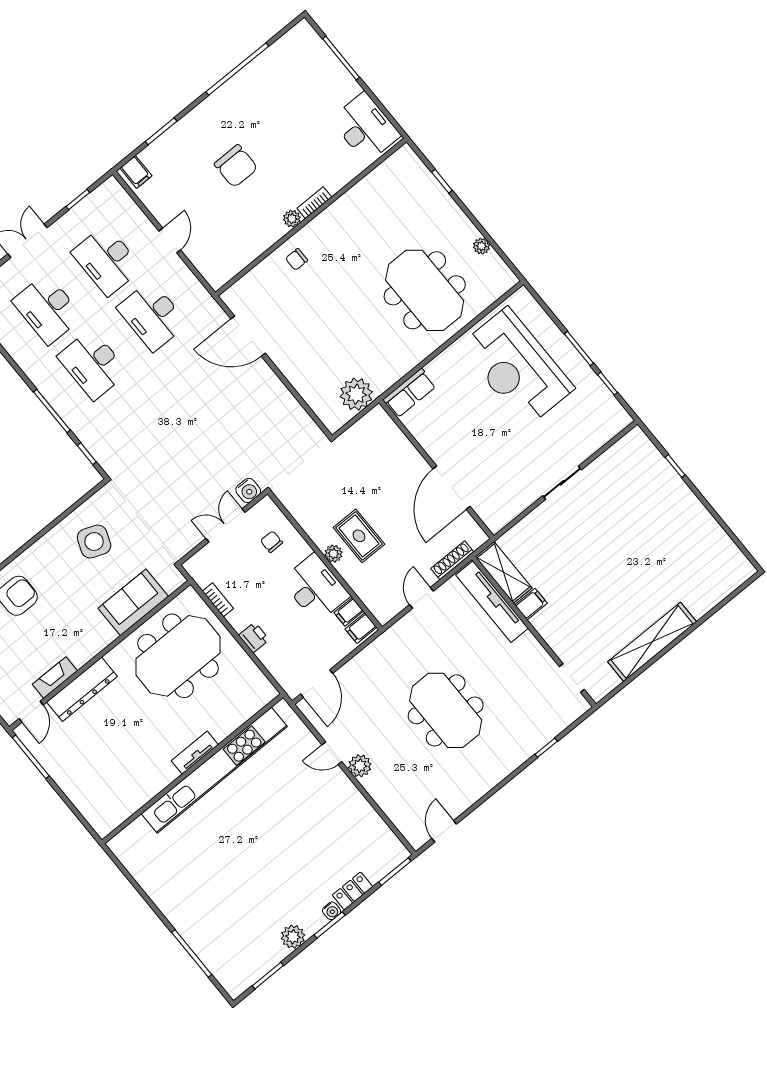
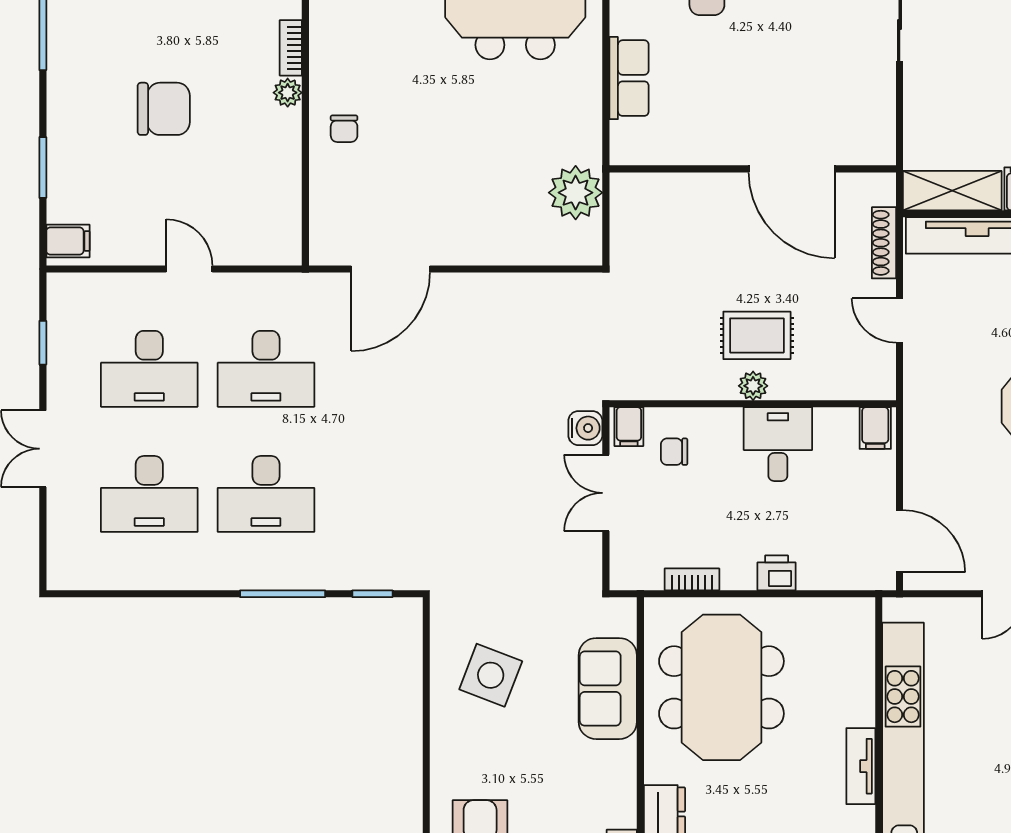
row of seats: (410, 393) -> (629, 78), moved
desk: (315, 588) -> (778, 444), width x0.73
filing cabinet: (349, 612) -> (629, 427), moved

